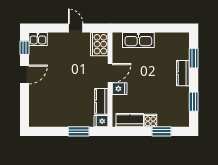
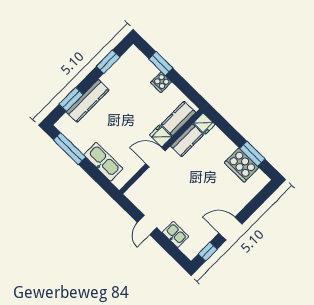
window: (166, 28) -> (69, 149), added
kitchen sink: (38, 39) -> (175, 234), moved
cooker: (99, 44) -> (241, 165), moved, turned 90
kitchen counter: (183, 73) -> (88, 101), width x1.50
kitchen counter: (130, 120) -> (178, 118), moved, turned 90
window: (79, 131) -> (252, 154), moved

